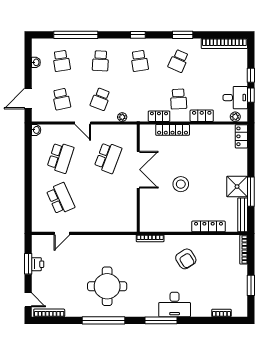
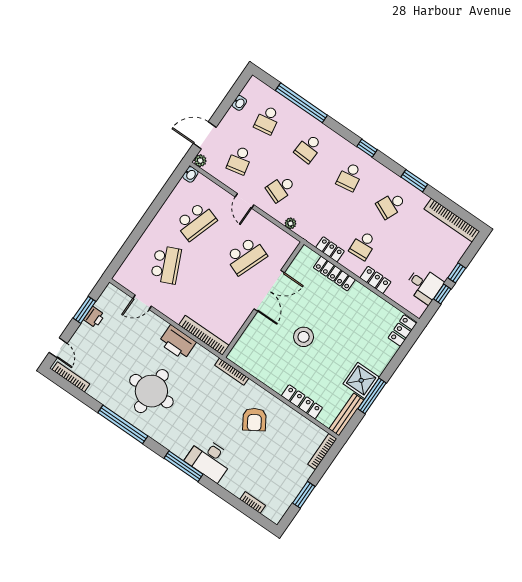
plant: (235, 117) -> (200, 161), moved
bookcase: (116, 227) -> (204, 335), added
printer: (102, 244) -> (177, 342), added

